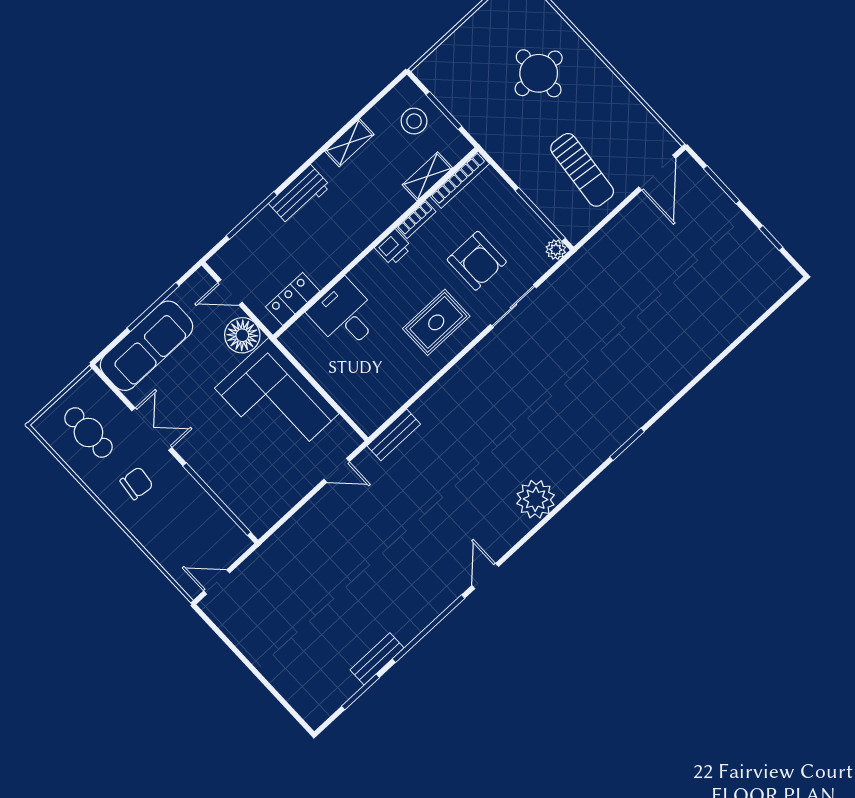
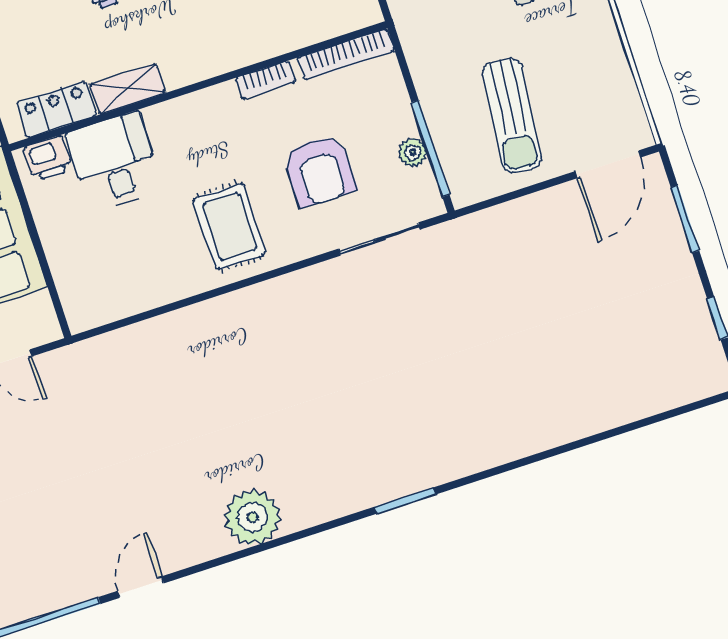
shelving: (427, 176) -> (128, 89), moved
printer: (393, 247) -> (48, 159), moved
plant: (556, 250) -> (413, 152), moved
sliding door: (513, 306) -> (379, 239), moved
rug: (436, 322) -> (229, 227), turned 90
bench: (394, 435) -> (106, 348), removed

